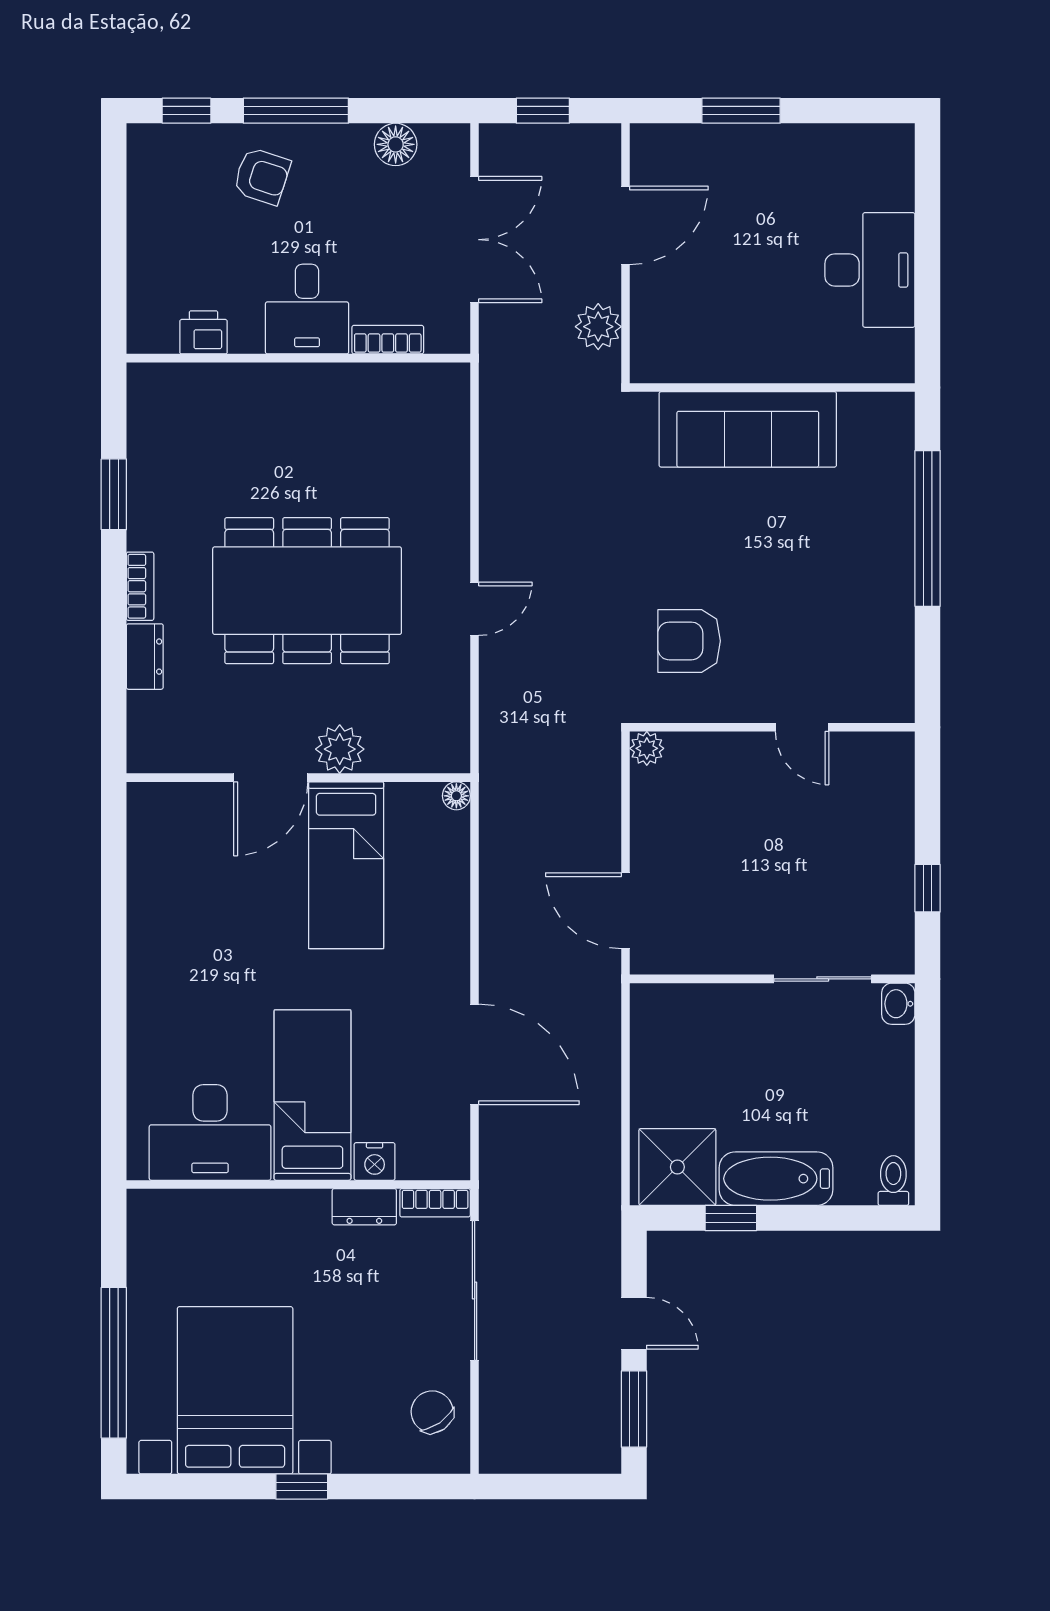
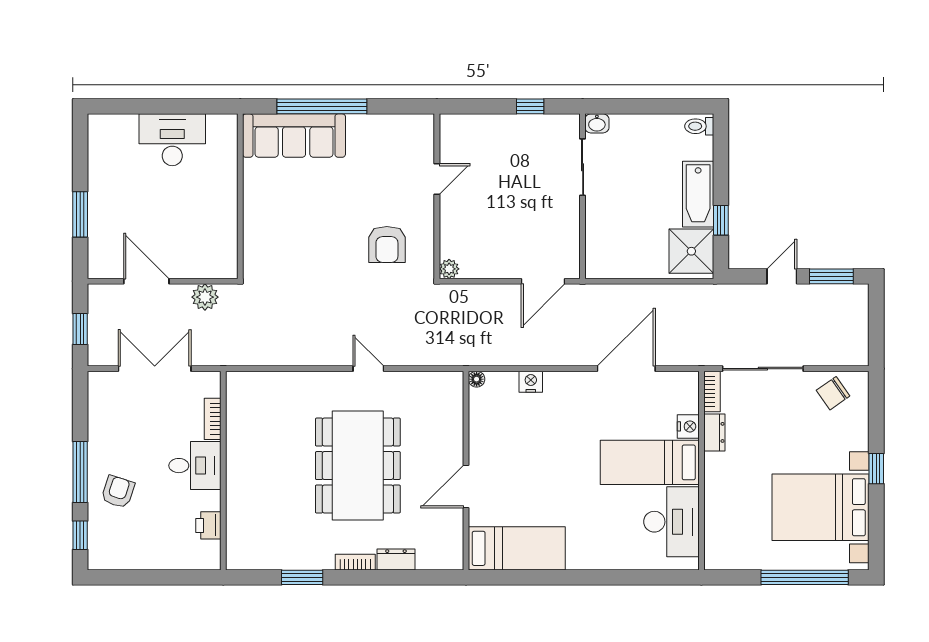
floor lamp: (396, 144) -> (100, 414), removed
sofa: (748, 429) -> (294, 136), moved, turned 90
plant: (340, 749) -> (450, 447), removed
door: (271, 778) -> (466, 487), swing flipped
bed: (346, 865) -> (517, 548), moved
nightstand: (452, 889) -> (531, 382), added

